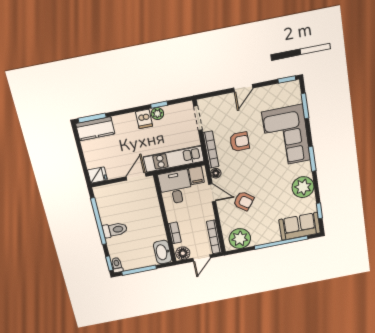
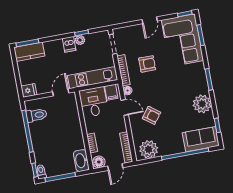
corner sofa: (286, 136) -> (182, 40), moved
toilet: (115, 230) -> (36, 115), moved

